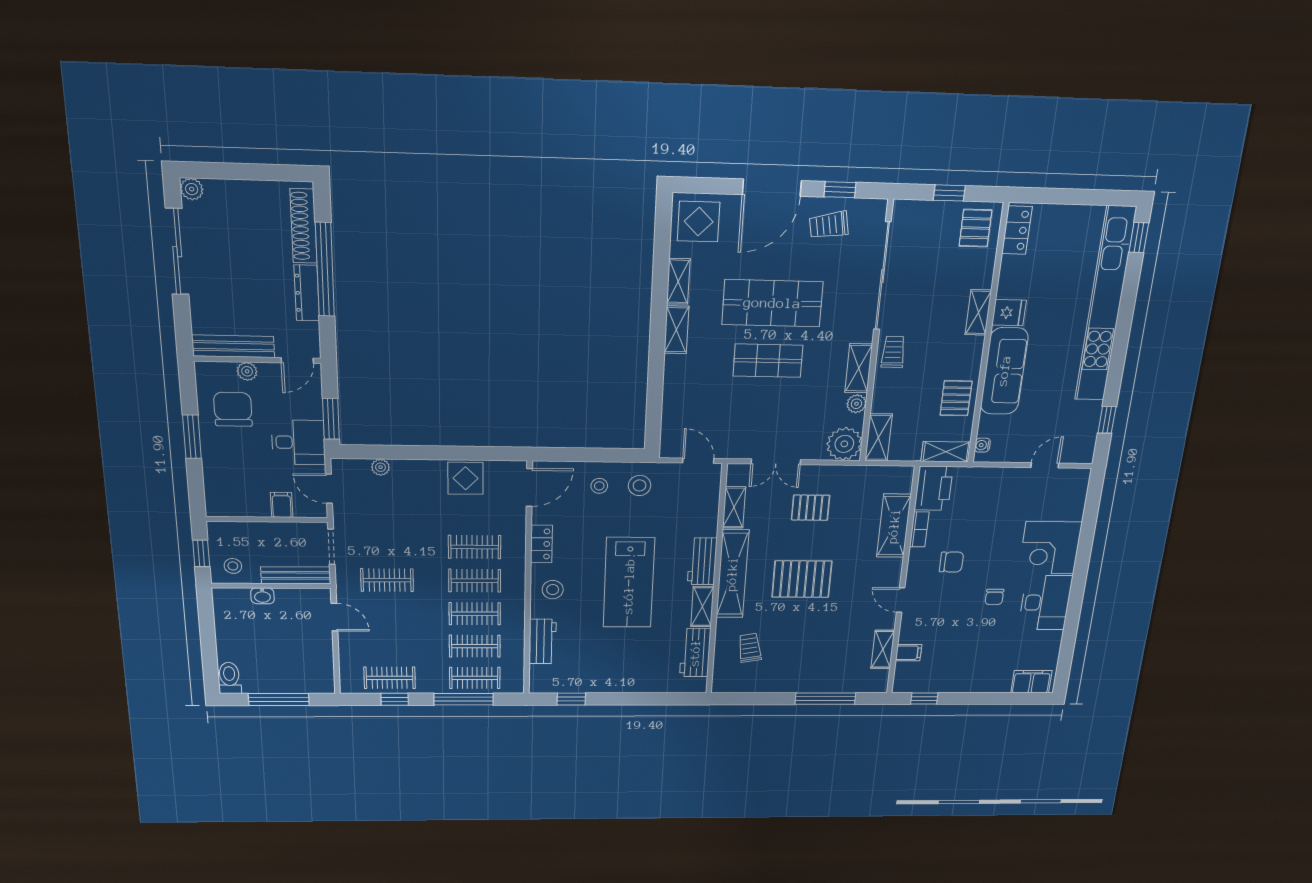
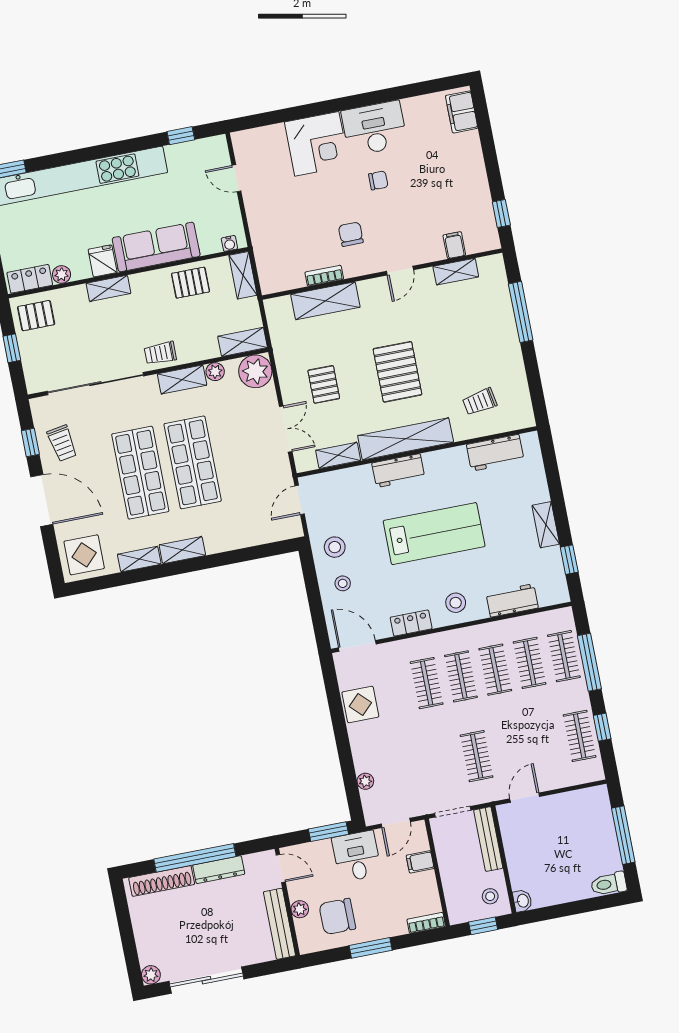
plant: (1010, 266) -> (62, 274), added
shop shelf: (768, 361) -> (193, 462), width x1.43, depth x1.36
printer: (934, 488) -> (281, 275), removed
bookcase: (213, 498) -> (426, 923), added
washbasin: (262, 596) -> (522, 901), moved
shelving: (702, 607) -> (546, 525), moved, turned 90

